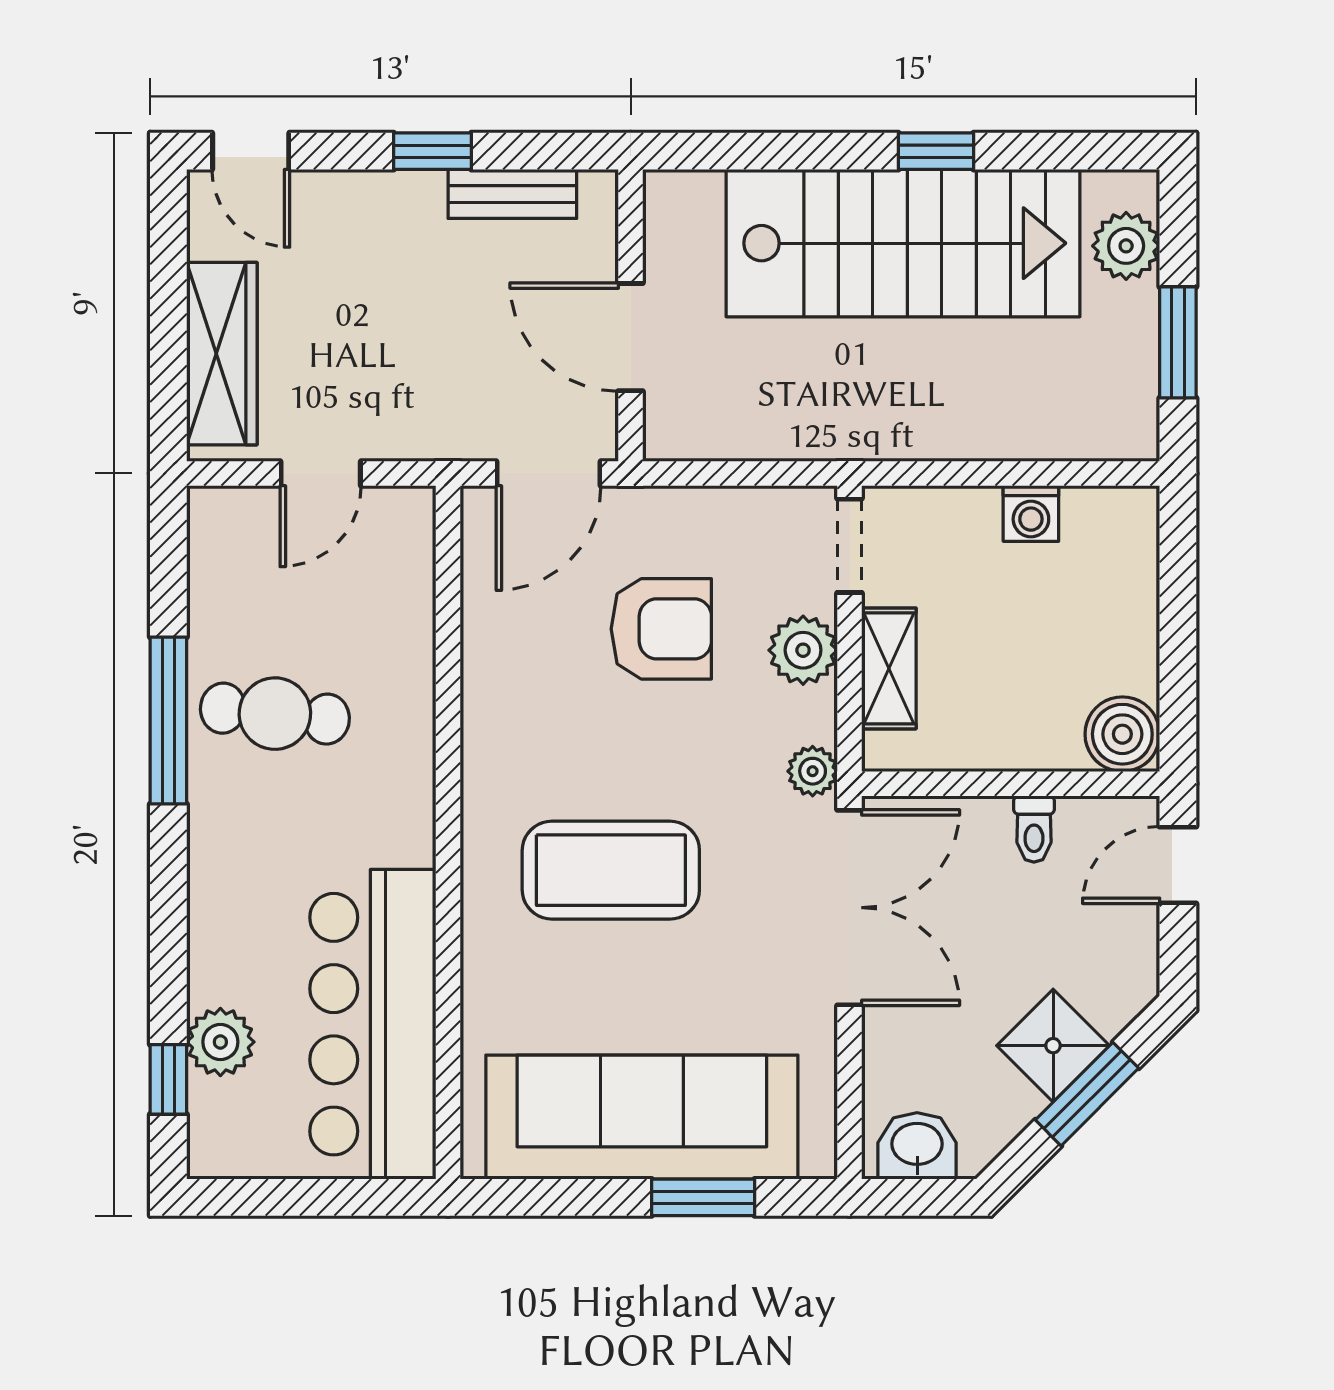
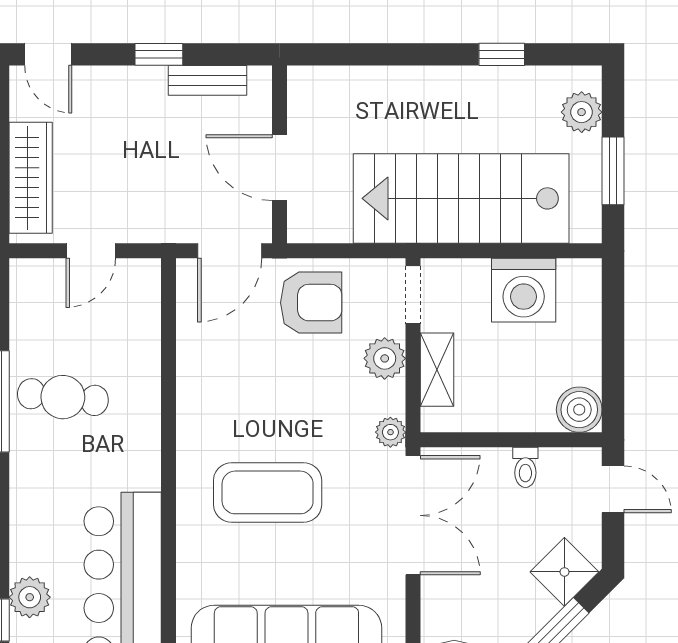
window: (936, 151) -> (502, 54), moved
stairs: (903, 243) -> (461, 198), moved, turned 180
washing machine: (1031, 513) -> (524, 290), width x1.89, depth x1.89
armchair: (661, 629) -> (311, 303), moved
door: (1178, 865) -> (613, 489), swing flipped
shower: (1053, 1046) -> (564, 572), moved

